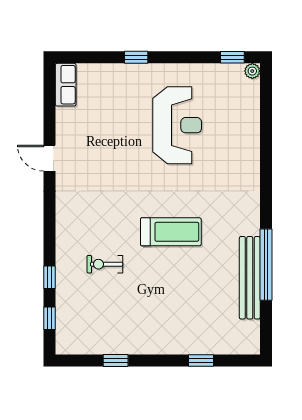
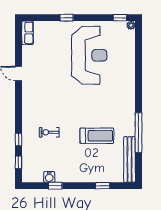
reception desk: (177, 125) -> (89, 55), width x1.36, depth x1.30
treadmill: (171, 232) -> (97, 136), moved
bench: (250, 278) -> (130, 159), moved
water cooler: (105, 345) -> (49, 177), added

